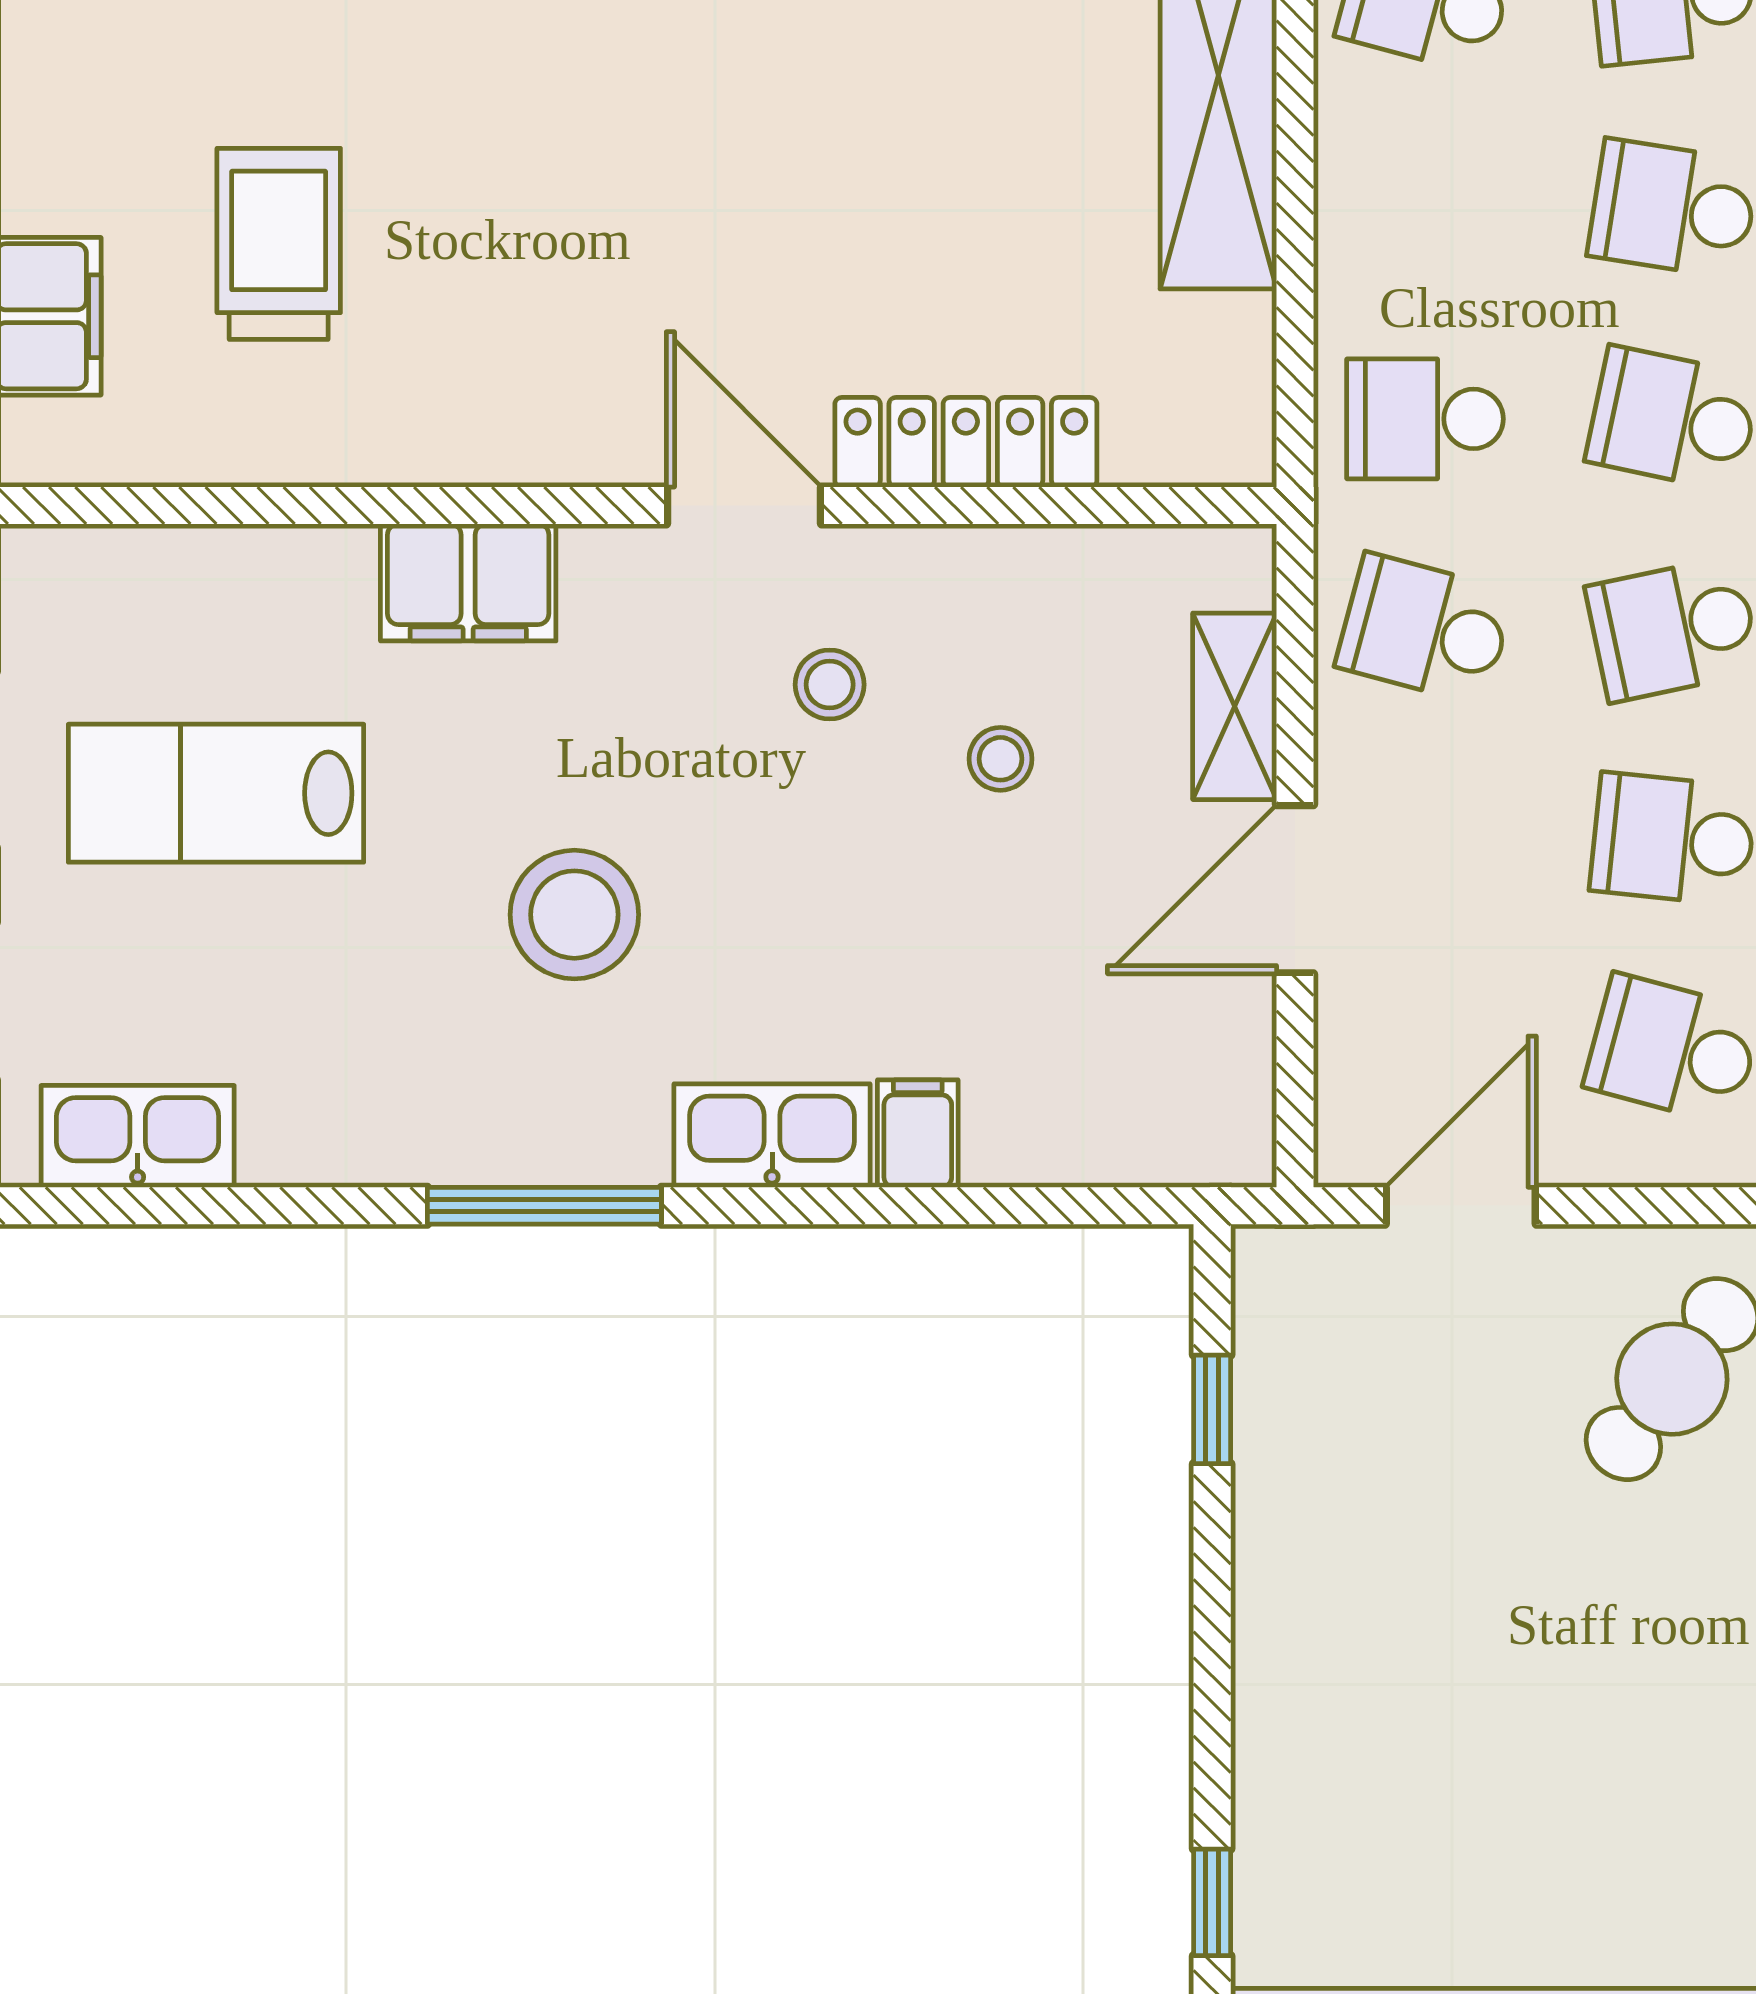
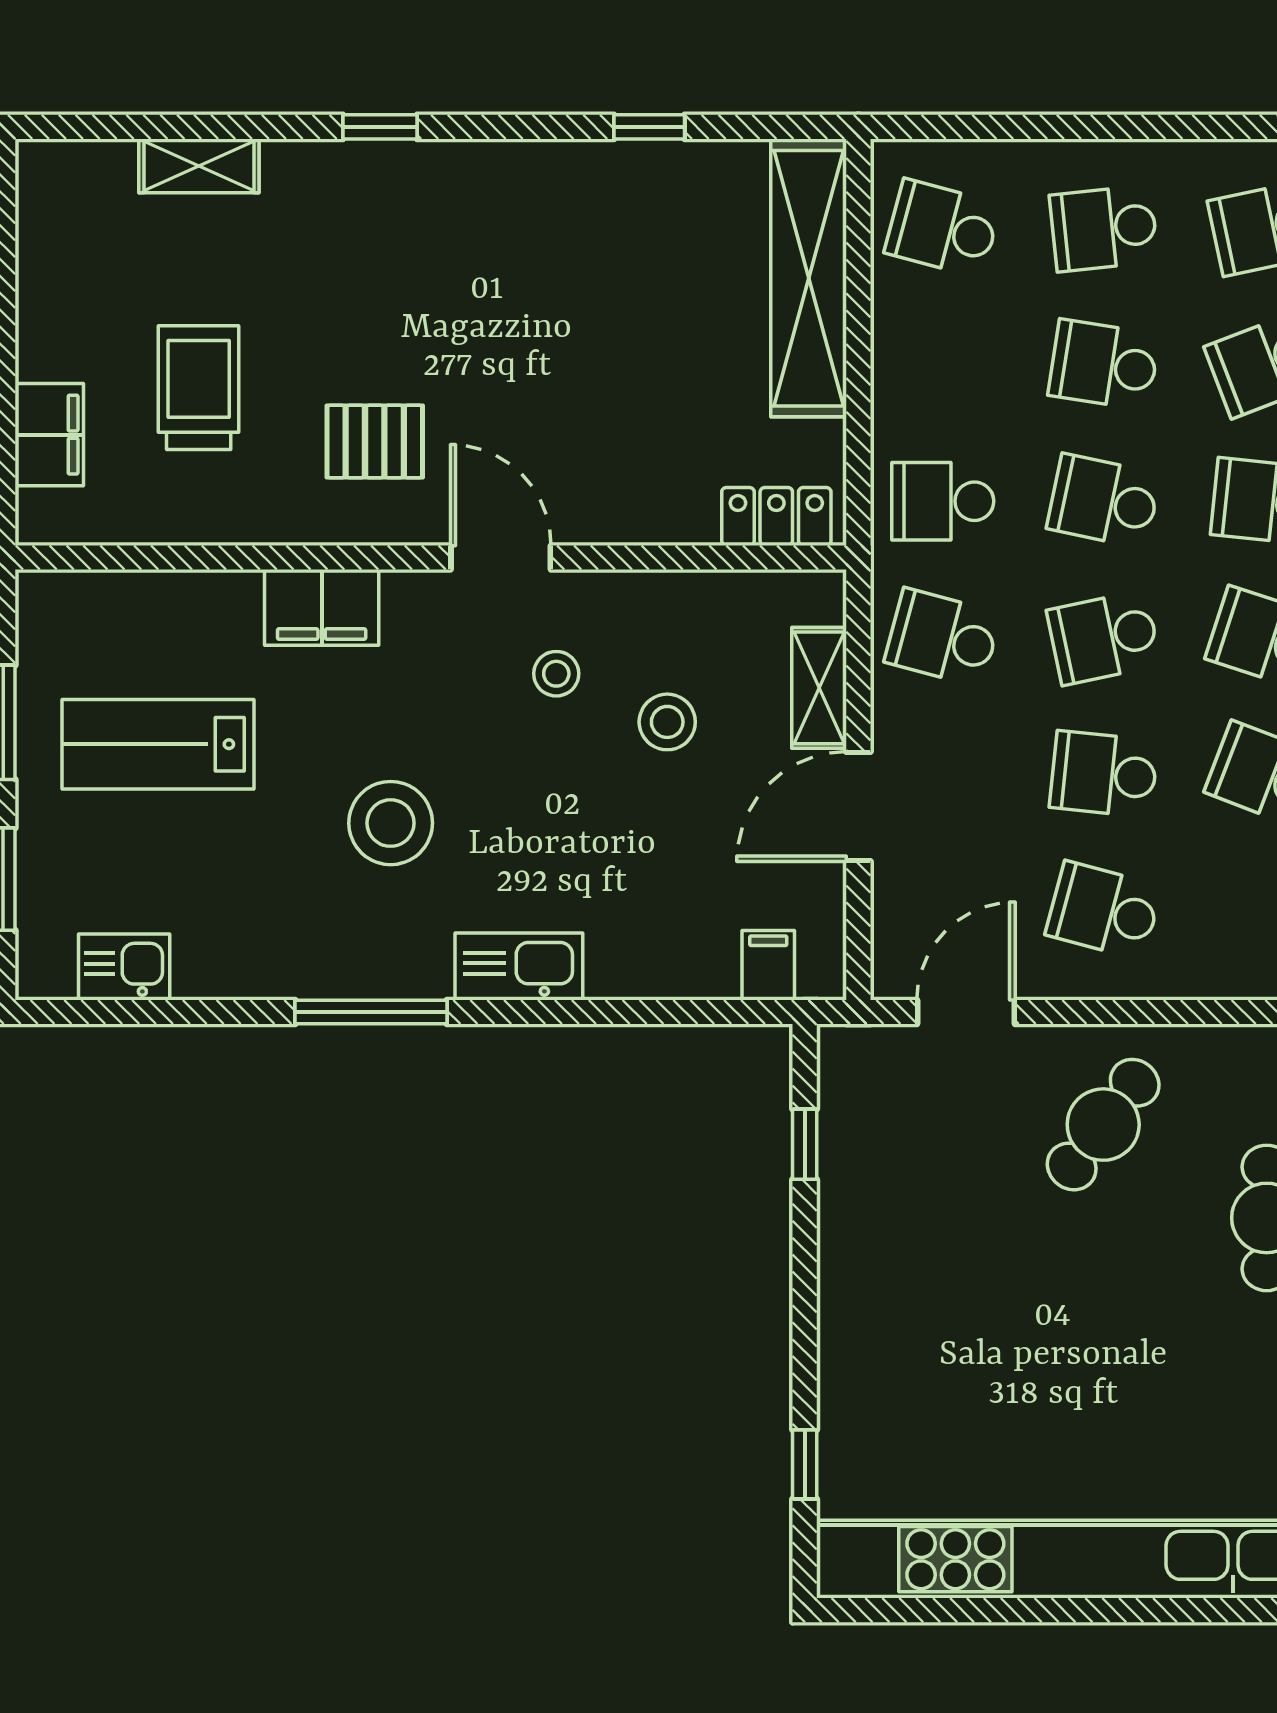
pallet: (550, 327) -> (375, 442), added
locker: (966, 442) -> (776, 516), moved, width x0.66
stool: (1001, 759) -> (667, 722), width x1.37, depth x1.37
filing cabinet: (918, 1134) -> (768, 965), moved
kitchen sink: (138, 1136) -> (124, 967), width x0.73

